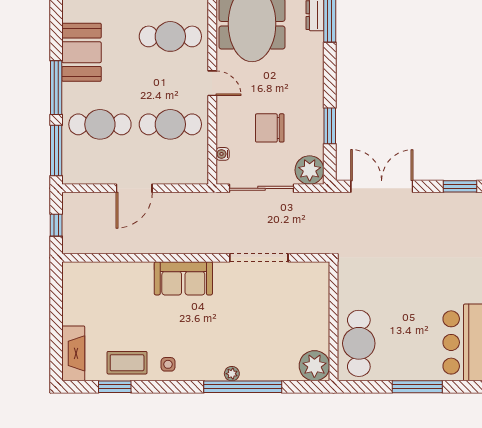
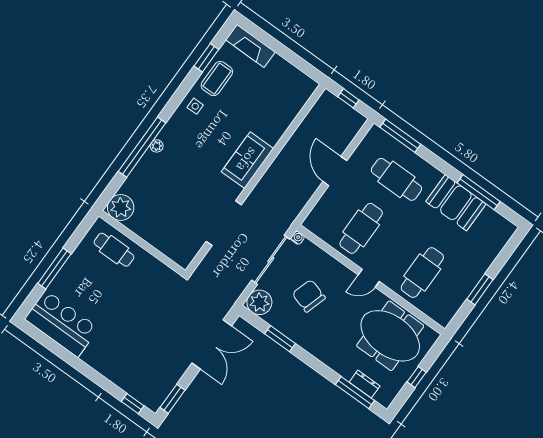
window: (56, 88) -> (479, 192), moved
cafe table: (100, 124) -> (396, 179), turned 90
chair: (270, 128) -> (309, 296), turned -73
water cooler: (223, 154) -> (298, 238), moved
cafe table: (359, 343) -> (114, 250), width x0.73, depth x0.74

